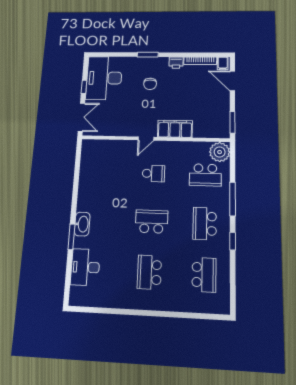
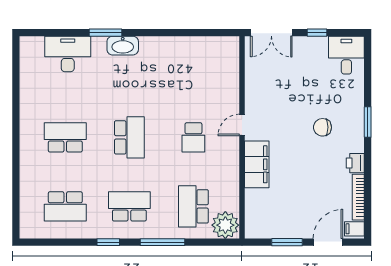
desk: (104, 78) -> (346, 55), width x0.53, depth x0.77
window: (232, 122) -> (287, 242), moved
door: (146, 139) -> (242, 125), hinge flipped

